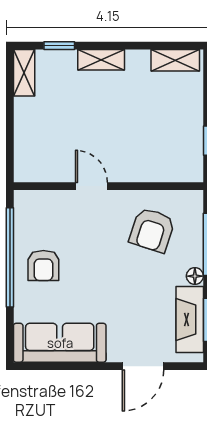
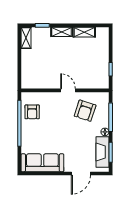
shelving: (175, 60) -> (84, 32), moved
door: (91, 186) -> (68, 90), moved
armchair: (43, 265) -> (32, 112), moved

